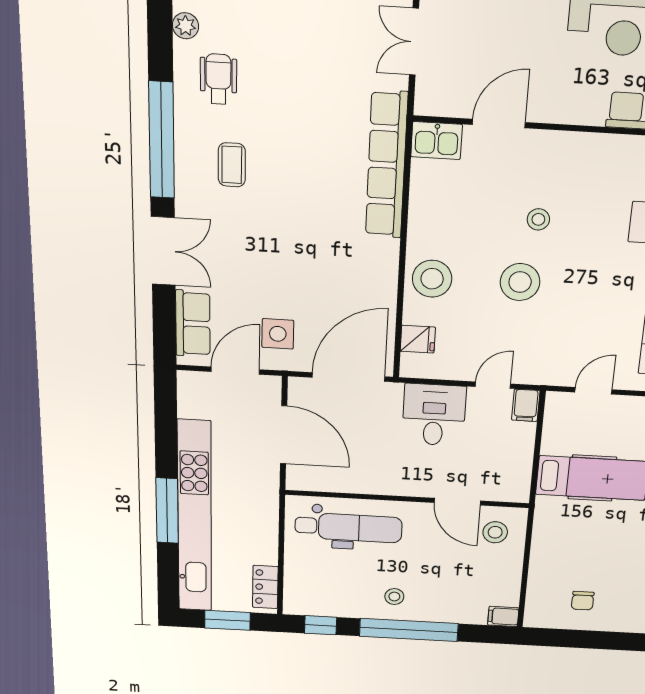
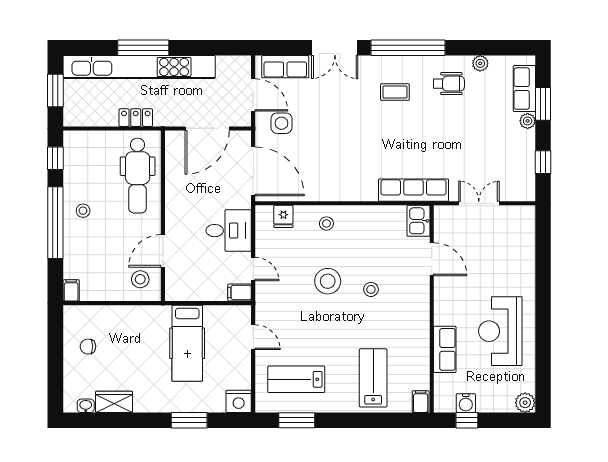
row of seats: (387, 165) -> (414, 190), width x0.73
stool: (432, 279) -> (326, 223), width x0.53, depth x0.53
locker: (265, 587) -> (136, 118), moved

